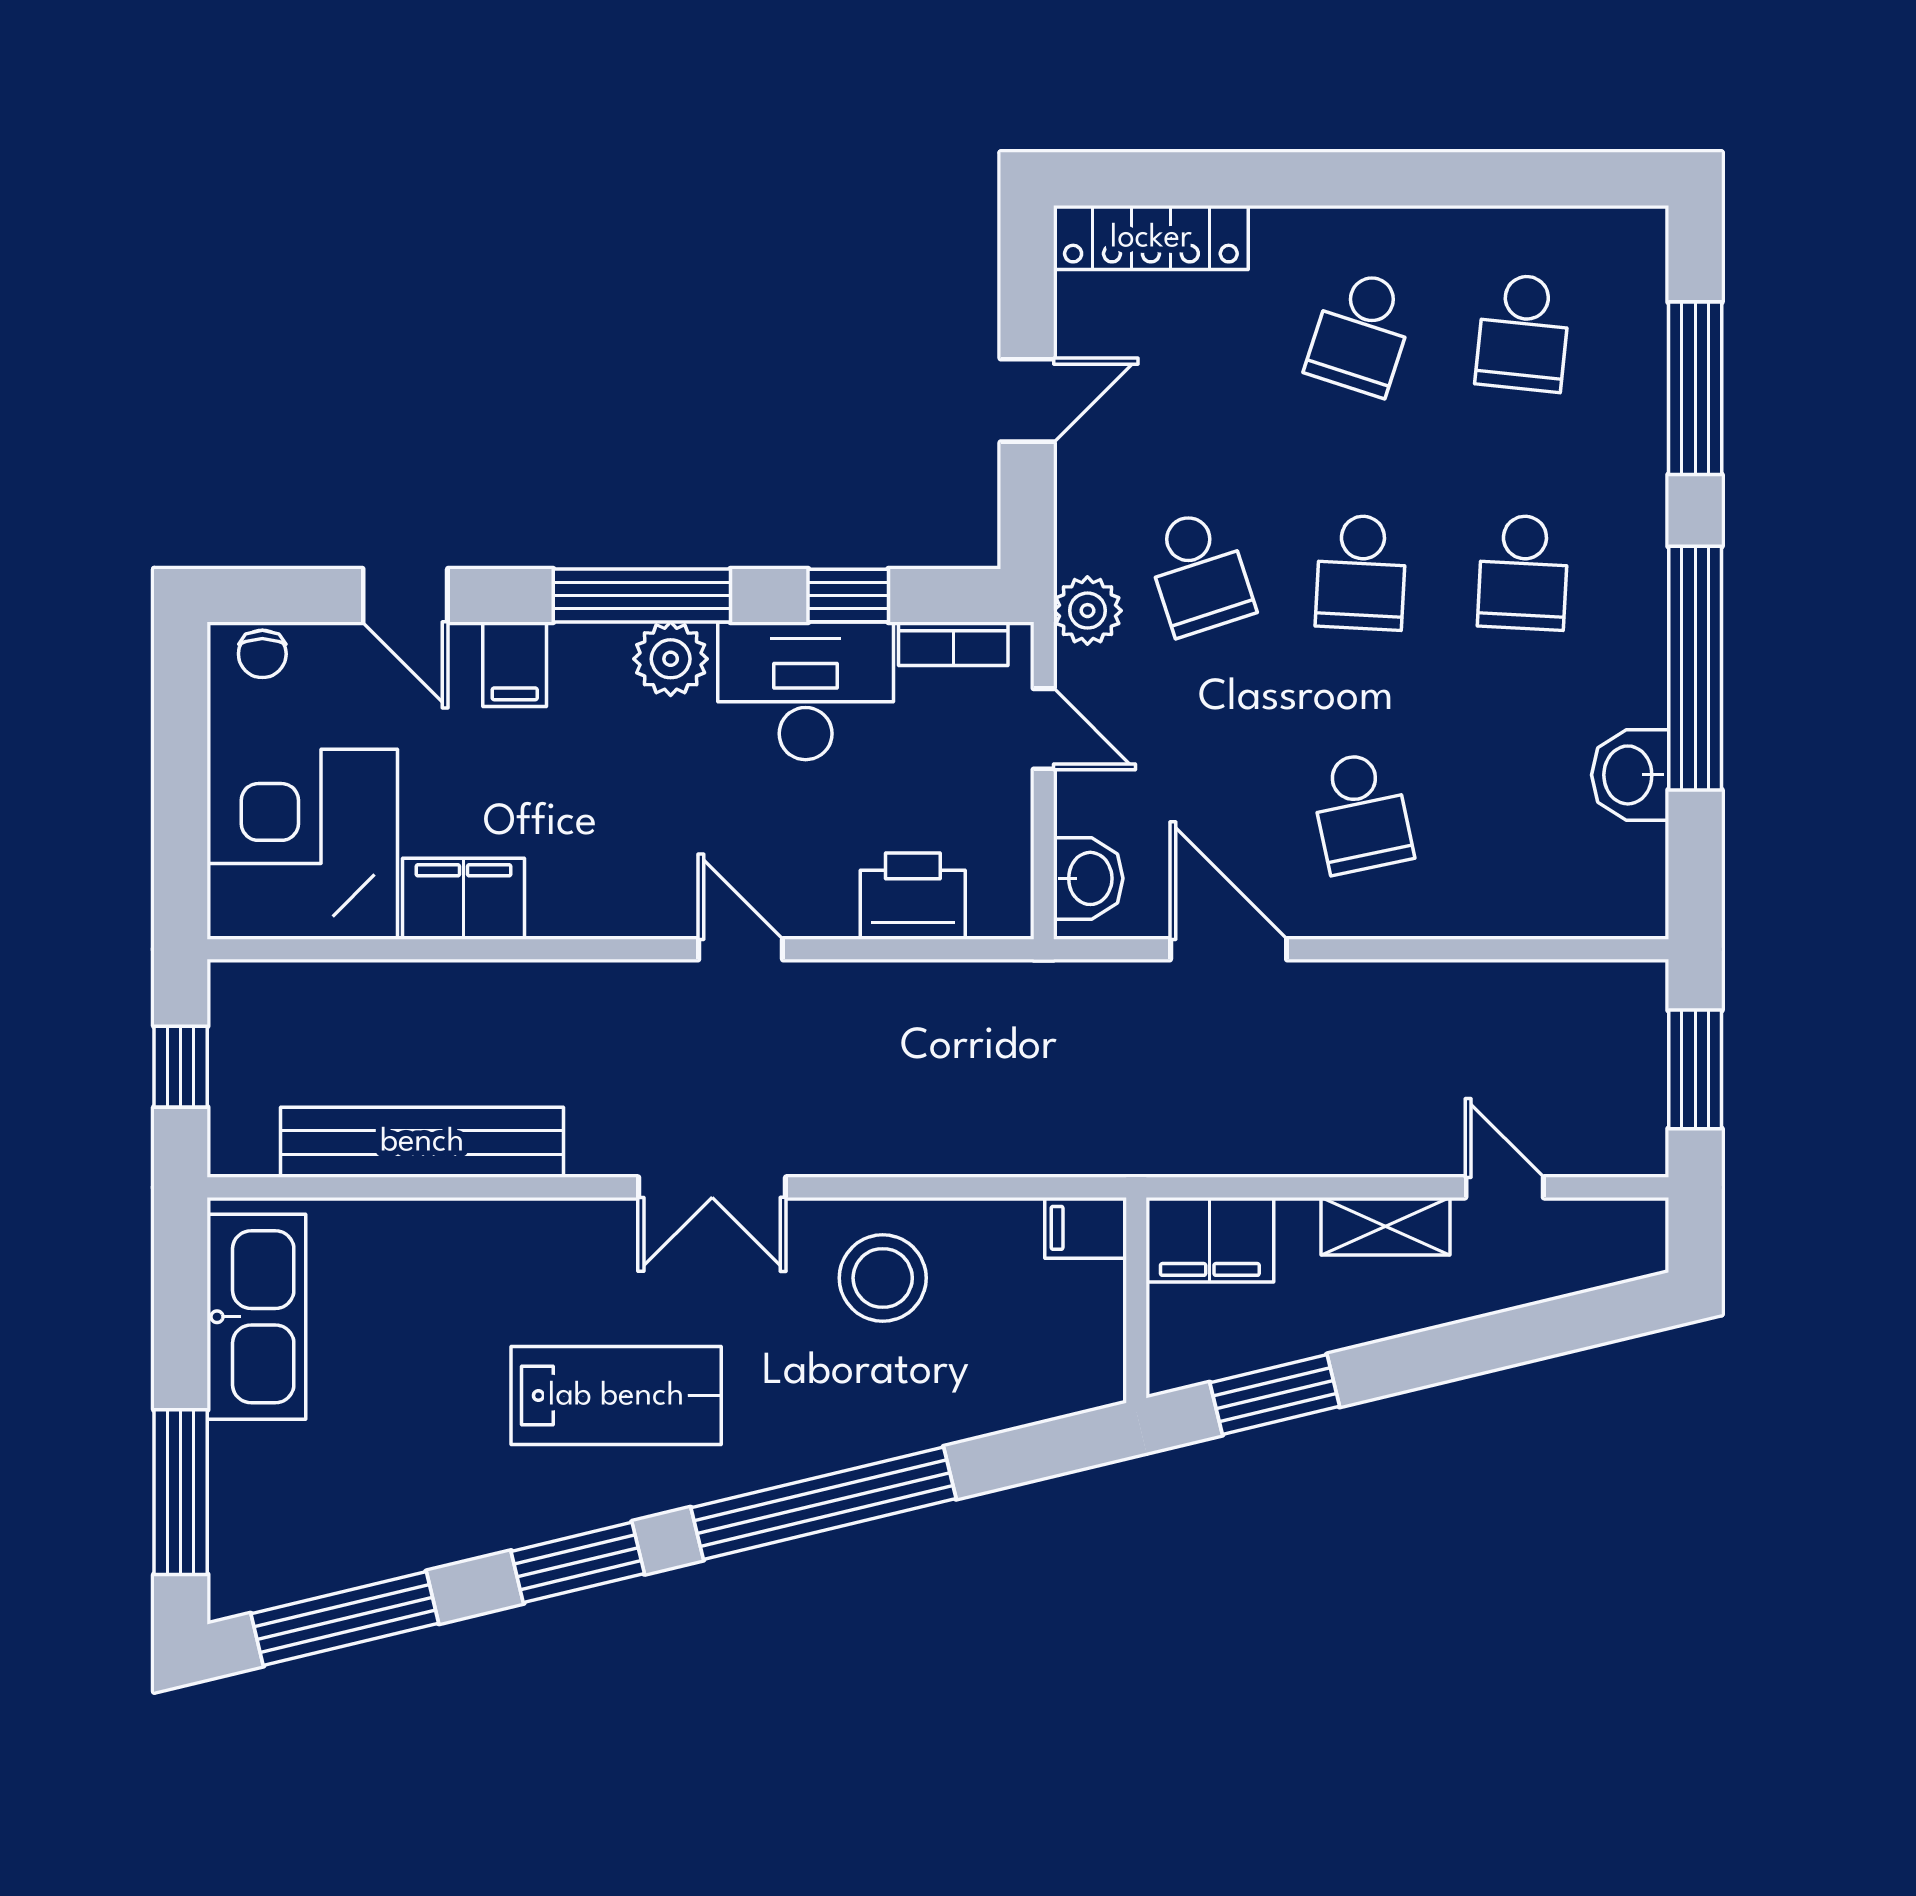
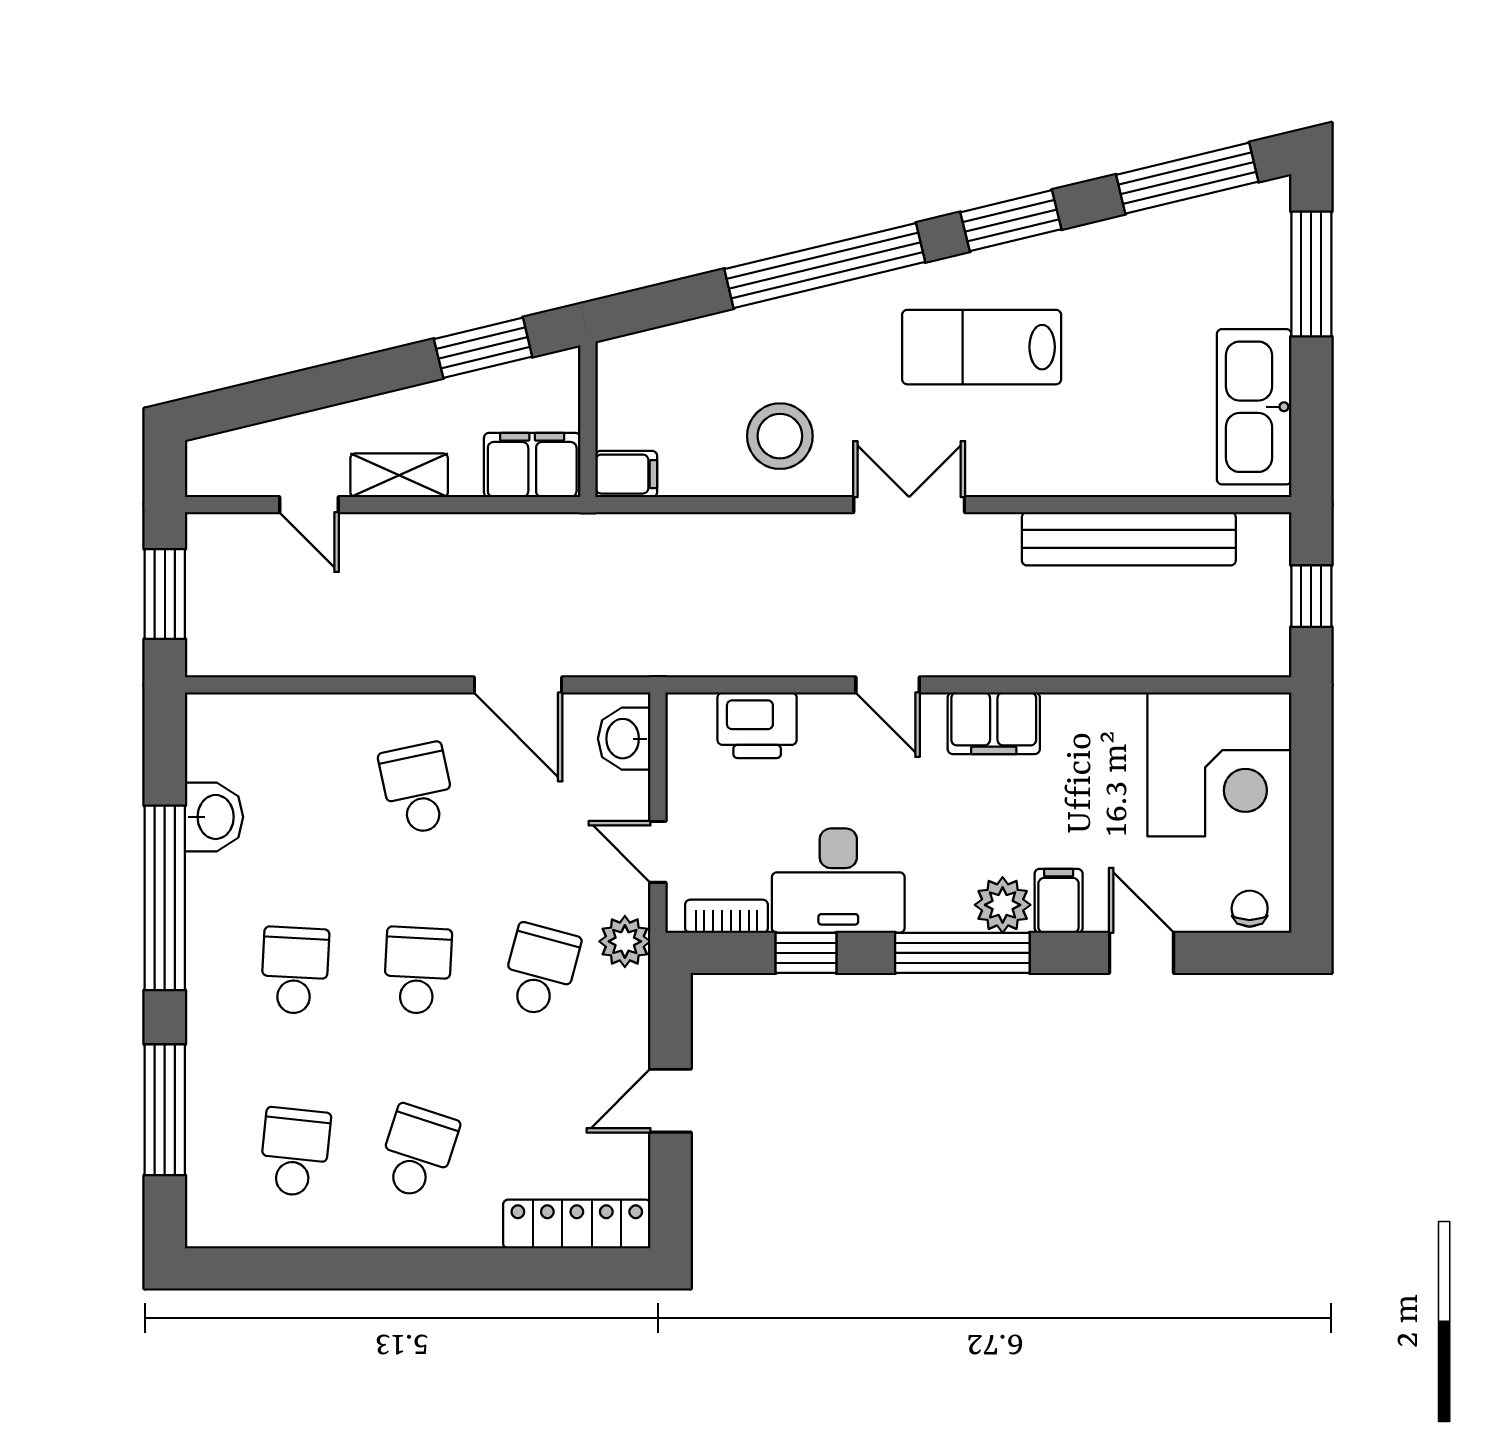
school desk: (1199, 572) -> (540, 970), turned 33
plant: (671, 659) -> (1003, 905), moved
filing cabinet: (463, 899) -> (994, 723), moved

